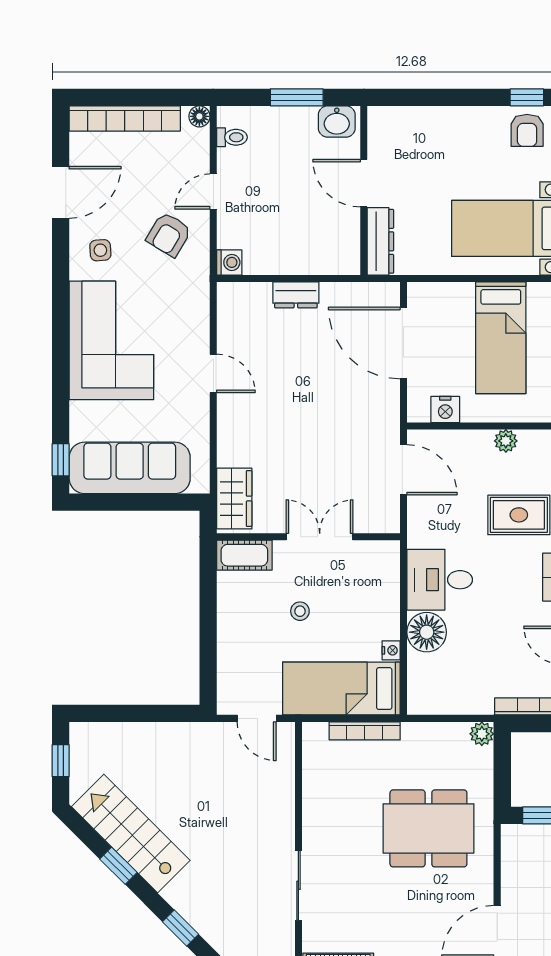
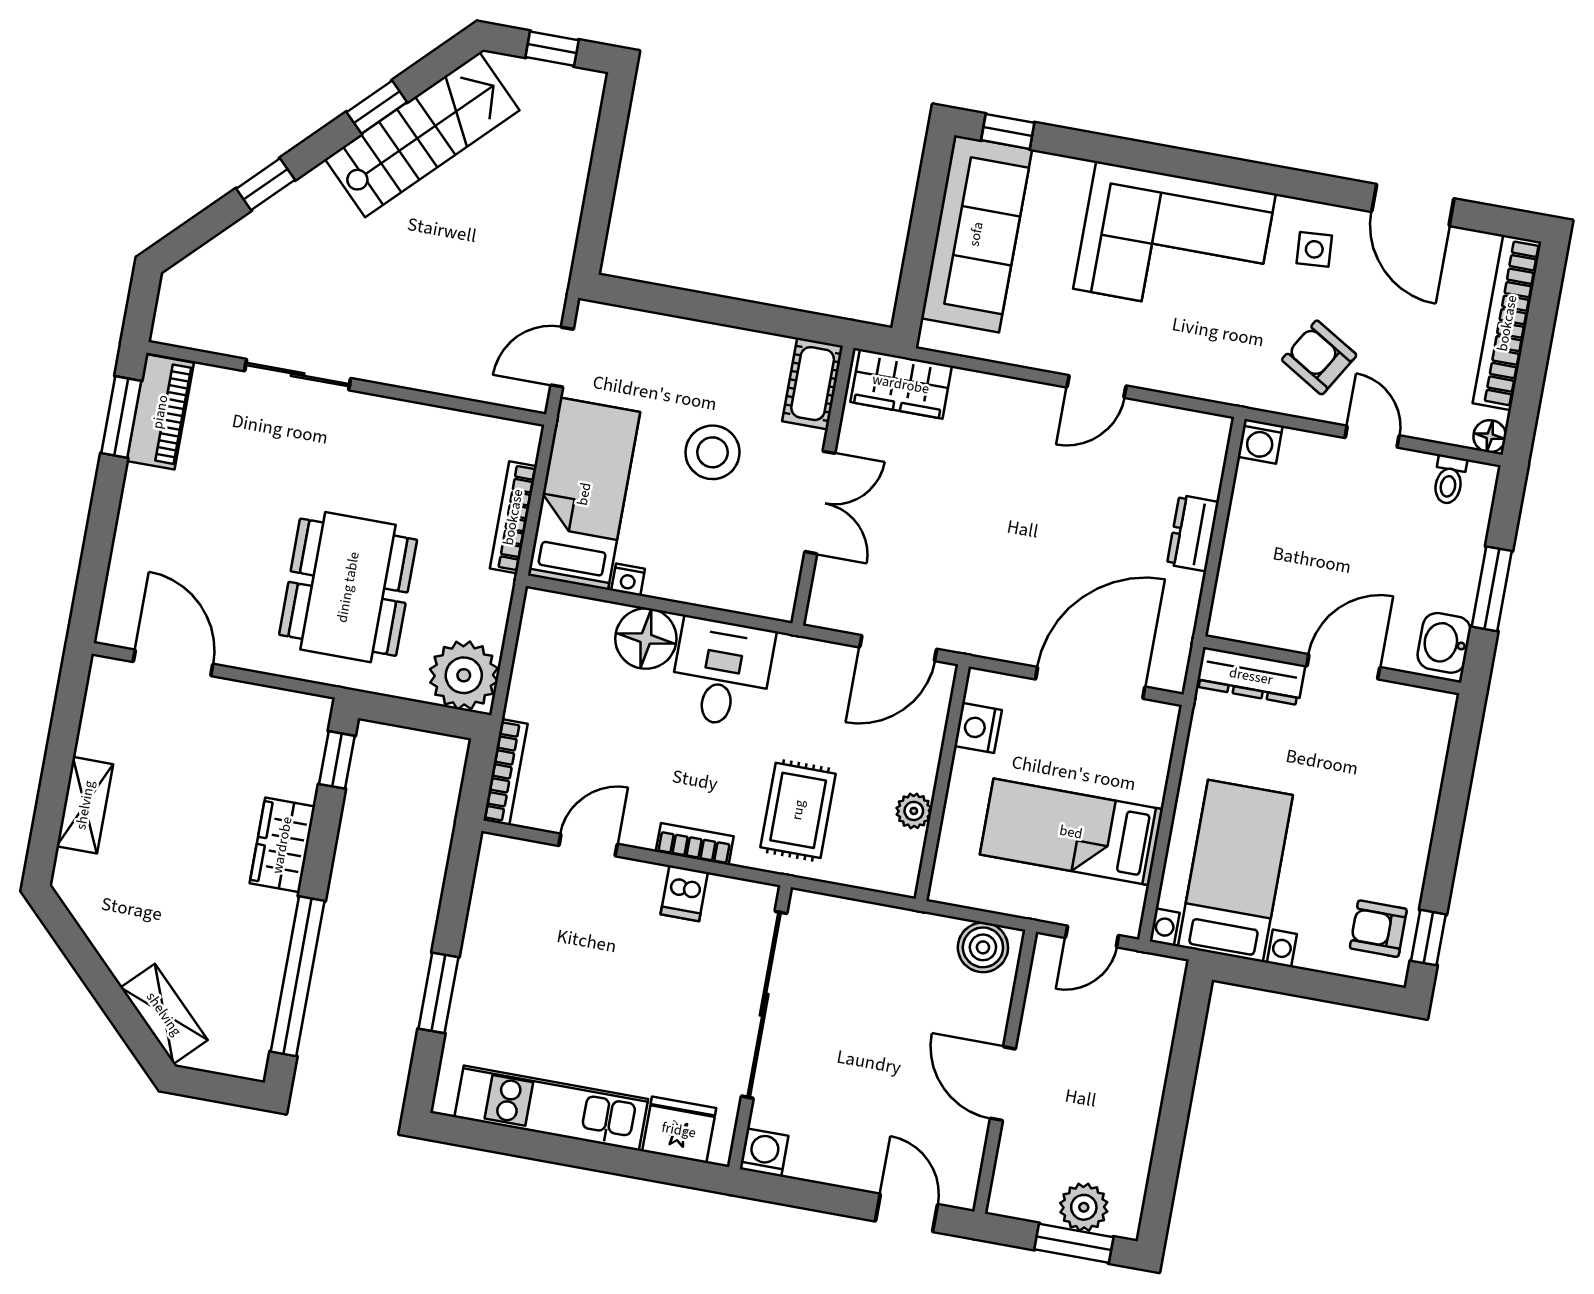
stool: (300, 611) -> (712, 452), width x1.89, depth x1.89
plant: (482, 734) -> (464, 675), width x1.88, depth x1.88

